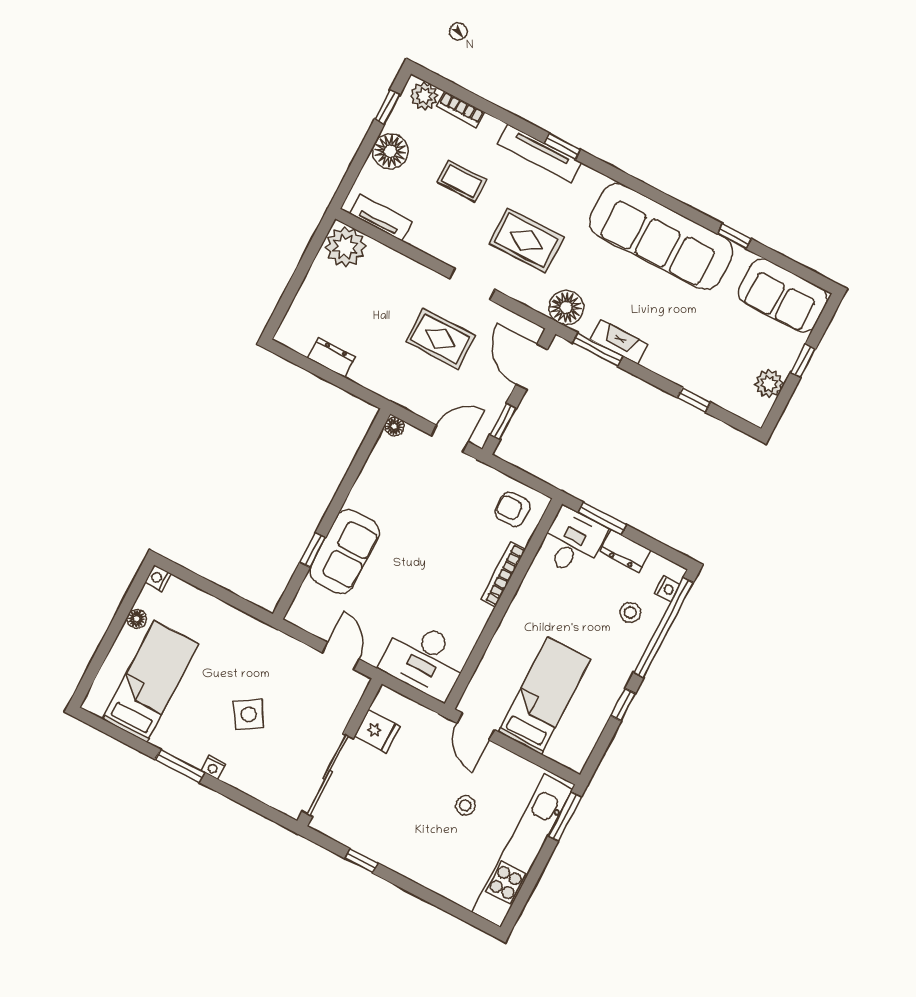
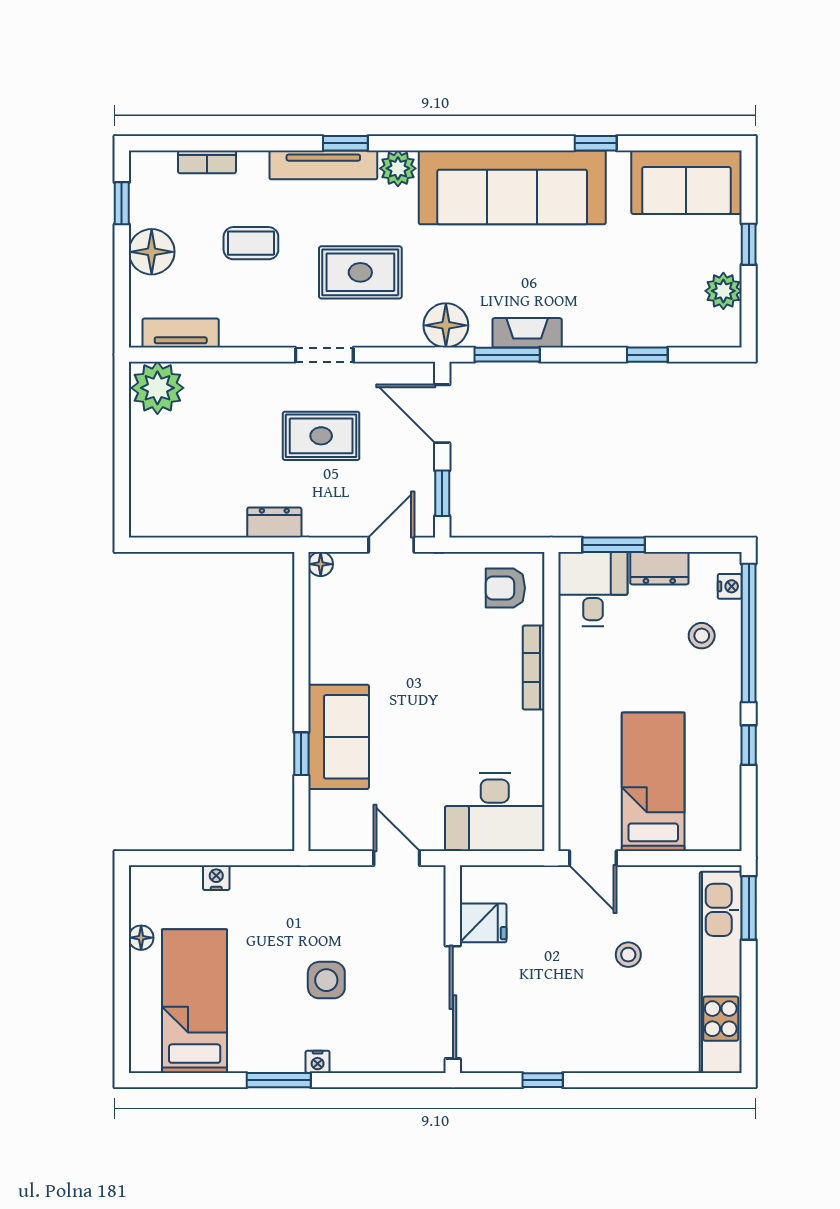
plant: (424, 96) -> (398, 168), moved
dresser: (332, 358) -> (274, 523), moved
nightstand: (158, 578) -> (216, 878), moved, turned 90
side table: (249, 714) -> (326, 980), turned 32

